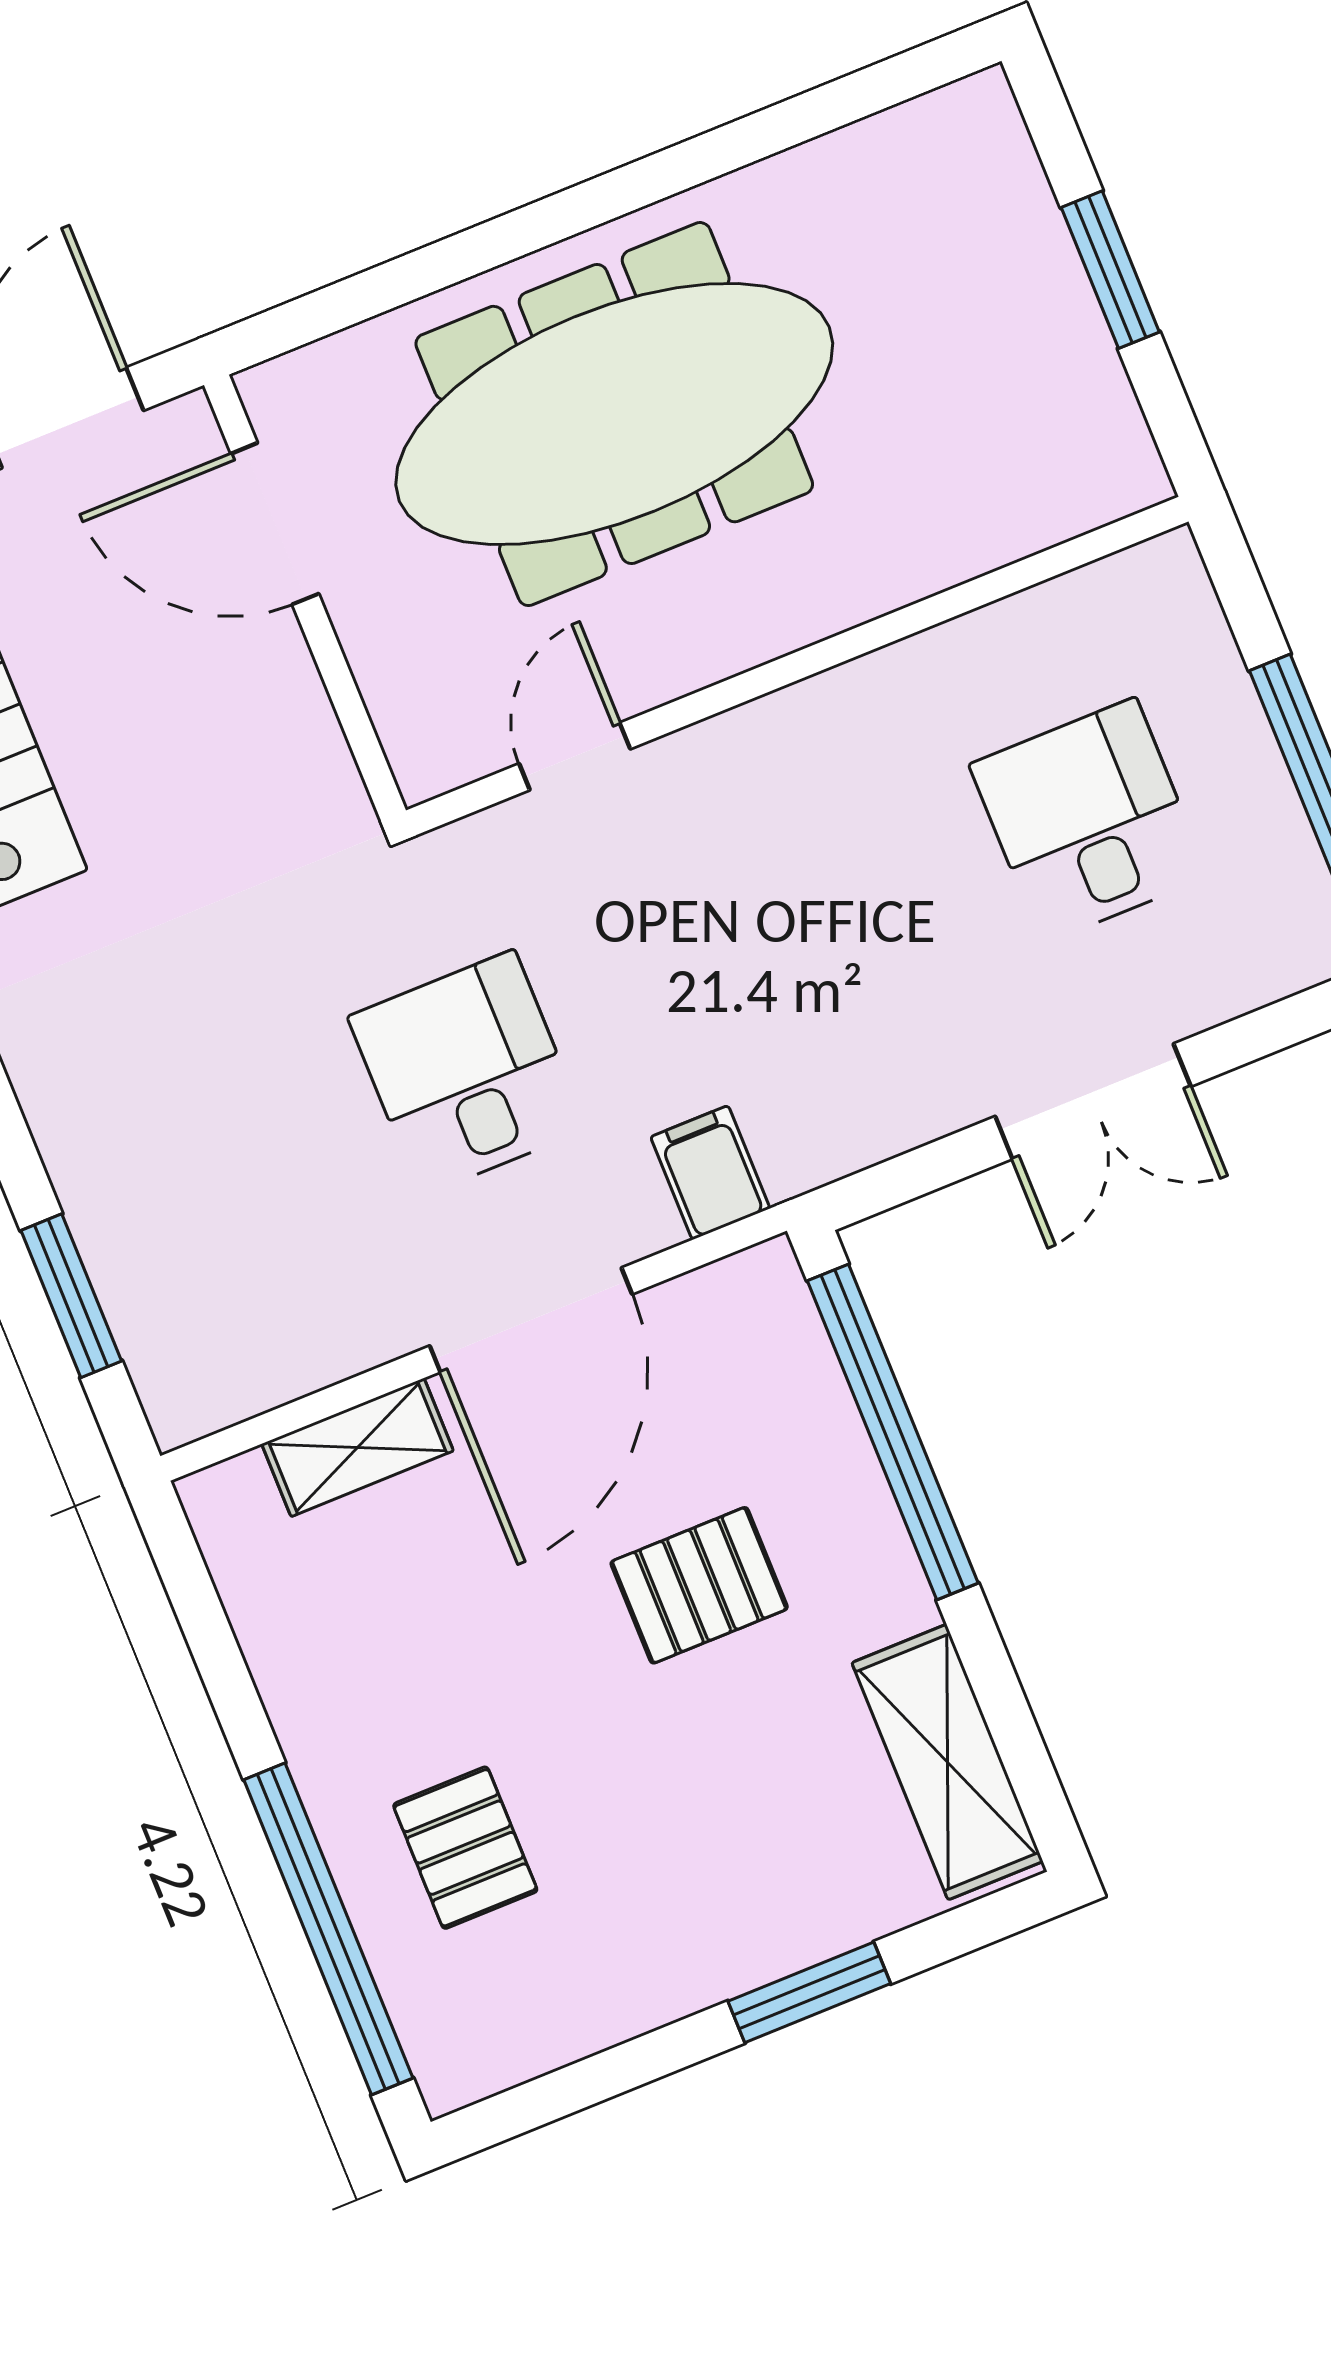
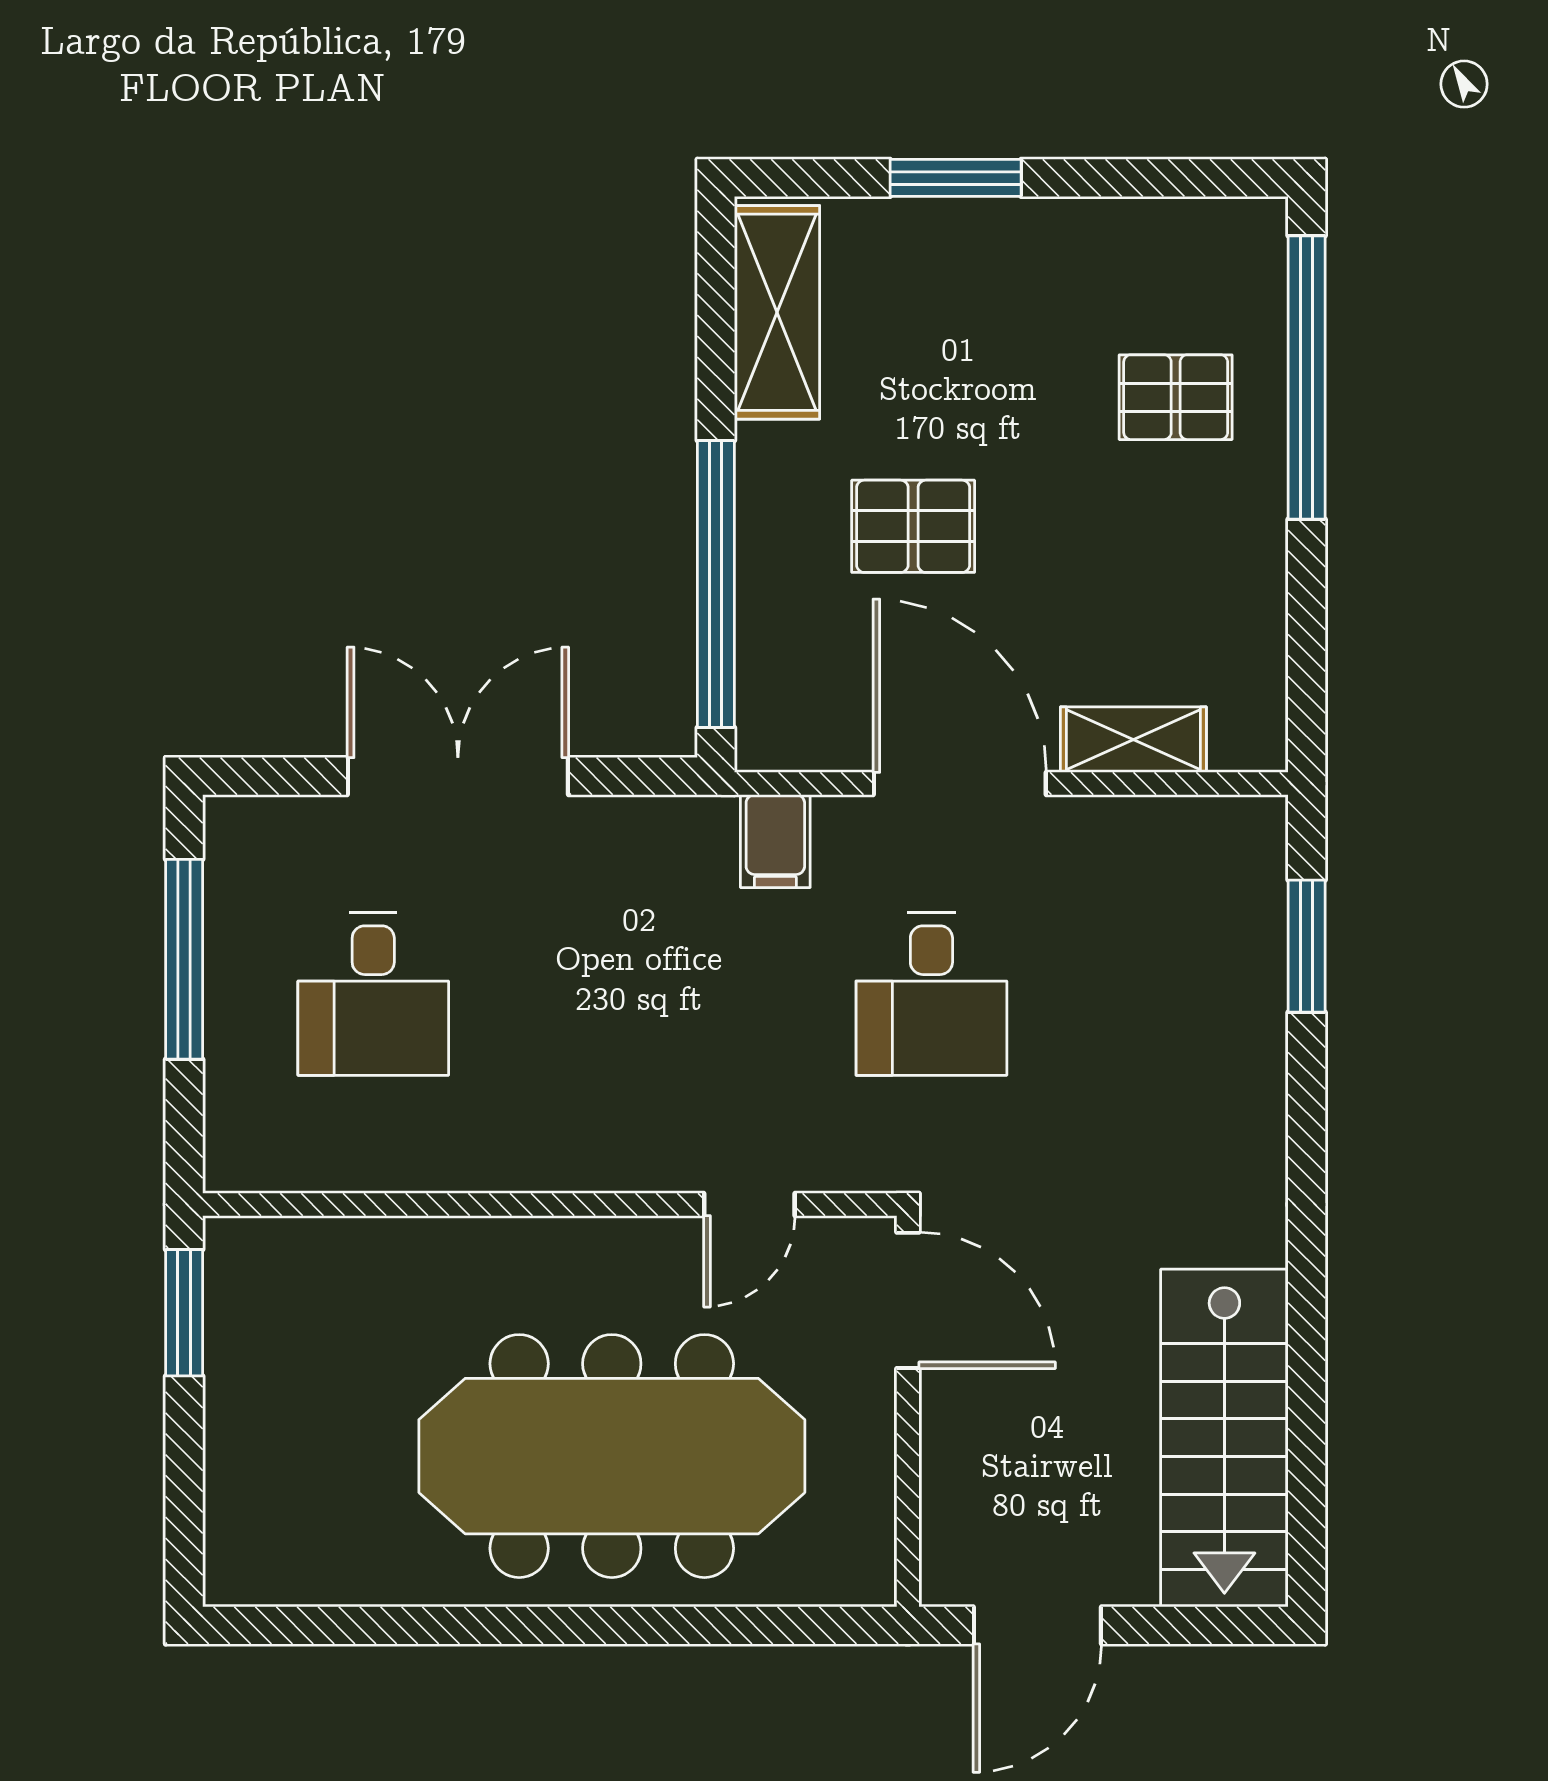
window: (1110, 270) -> (184, 1313), moved
door: (275, 524) -> (908, 1300), moved
double door: (1093, 1101) -> (458, 776), width x1.37
door: (531, 1320) -> (960, 784), hinge flipped
pallet: (465, 1848) -> (1176, 397), turned 90

